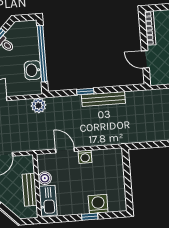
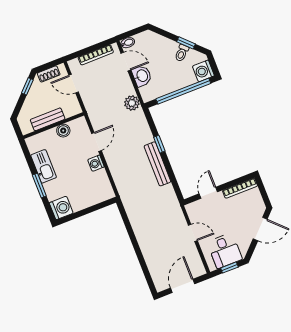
washing machine: (29, 29) -> (203, 71), added
washbasin: (33, 70) -> (142, 76), moved, turned 90
kitchen sink: (48, 201) -> (44, 166), moved, turned -90
washing machine: (98, 204) -> (61, 208), moved
window: (90, 217) -> (39, 186), width x1.50

